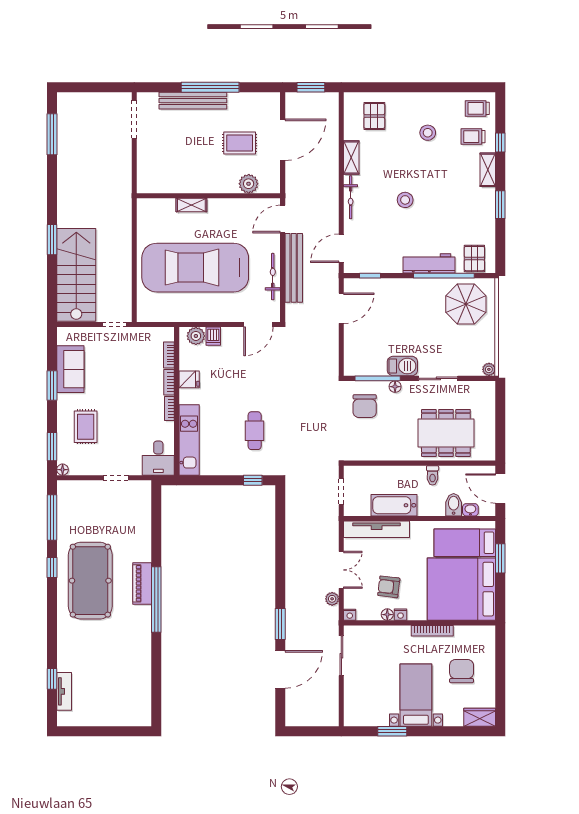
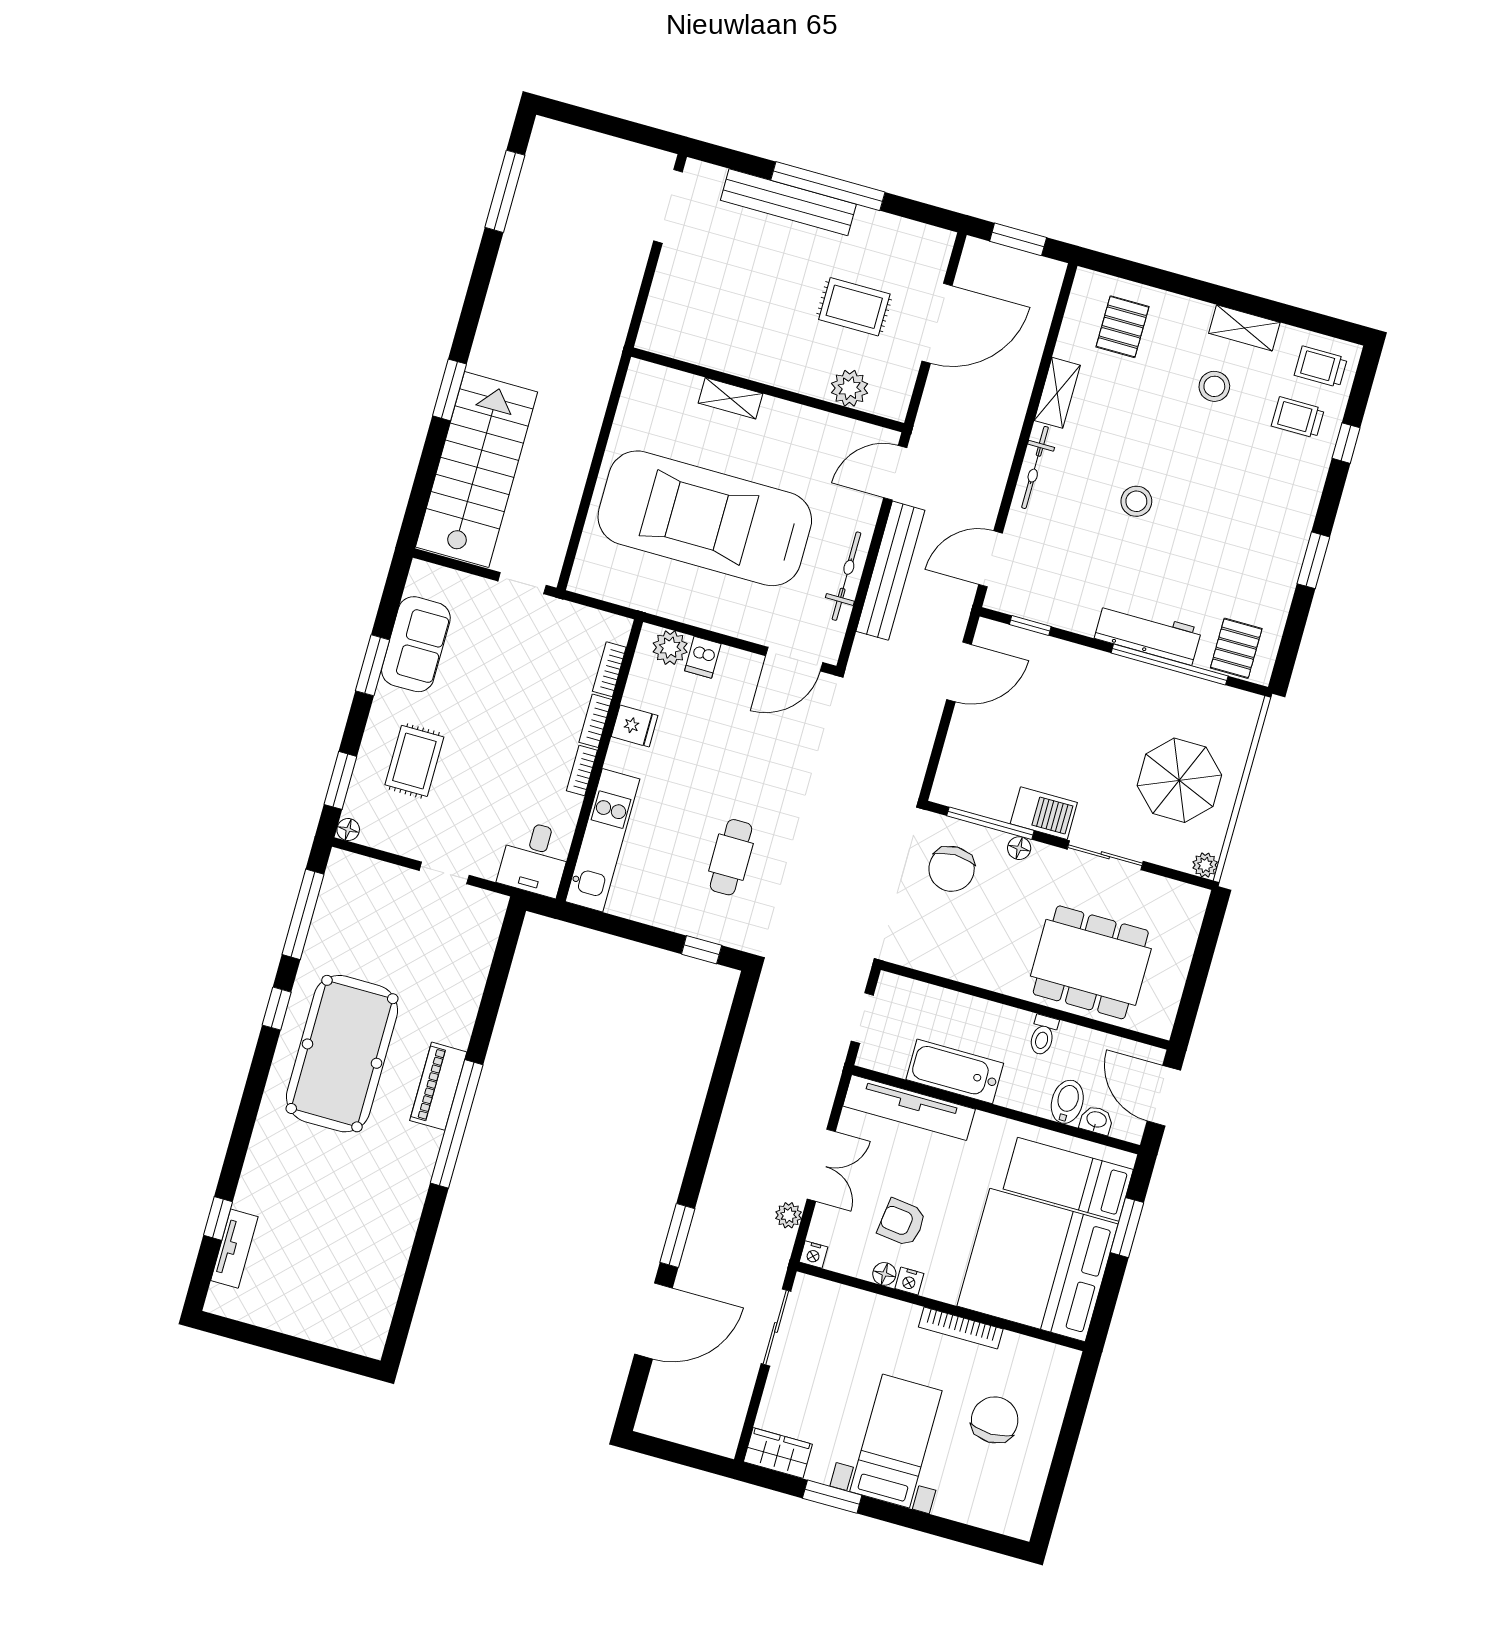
shelving: (488, 170) -> (1244, 328), moved, turned 90
parasol: (466, 304) -> (1179, 780), moved
wardrobe: (480, 717) -> (778, 1453), moved

